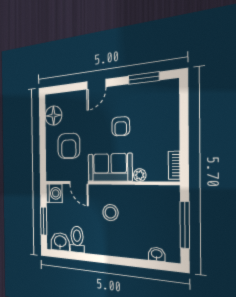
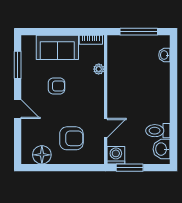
sofa: (110, 167) -> (57, 47), moved, turned -90
stool: (110, 213) -> (132, 97), removed
window: (44, 221) -> (130, 168), moved

